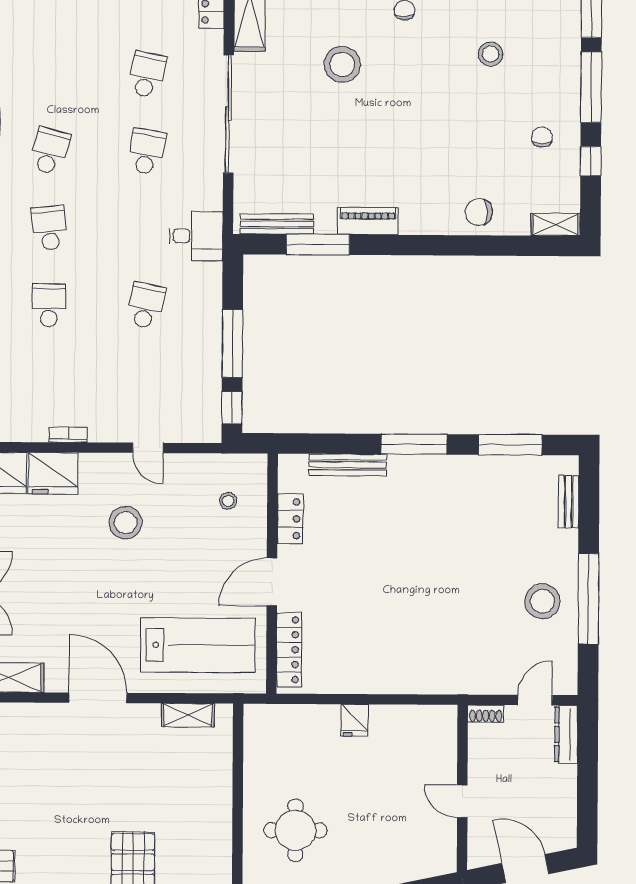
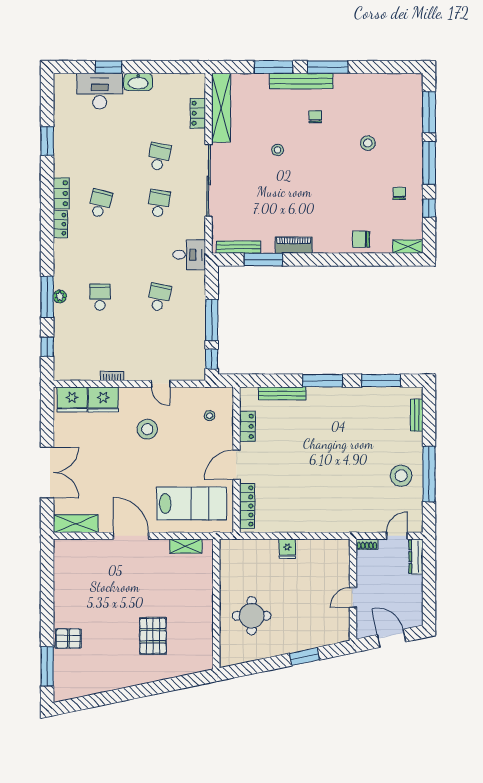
stool: (342, 64) -> (278, 150), width x0.53, depth x0.53
school desk: (49, 228) -> (100, 250), removed
door: (462, 801) -> (353, 598), hinge flipped

